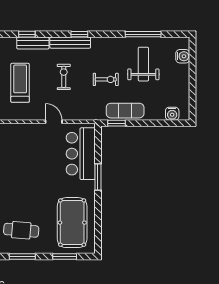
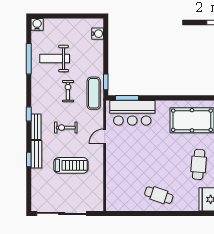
bench: (70, 43) -> (36, 127), width x0.73
water cooler: (183, 56) -> (37, 24), moved
treadmill: (20, 83) -> (71, 165), turned 180
exercise mat: (125, 111) -> (94, 93), moved
window: (98, 177) -> (127, 98), moved

